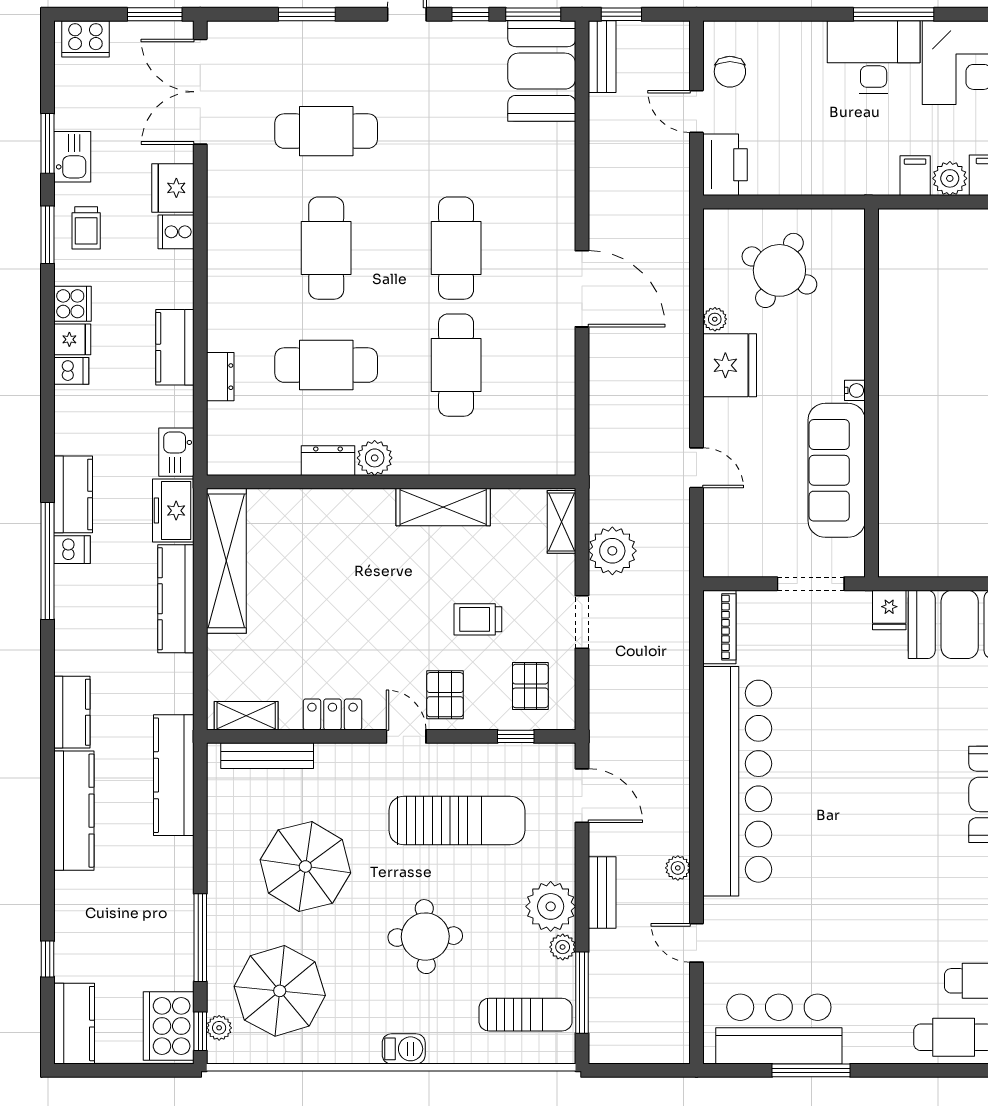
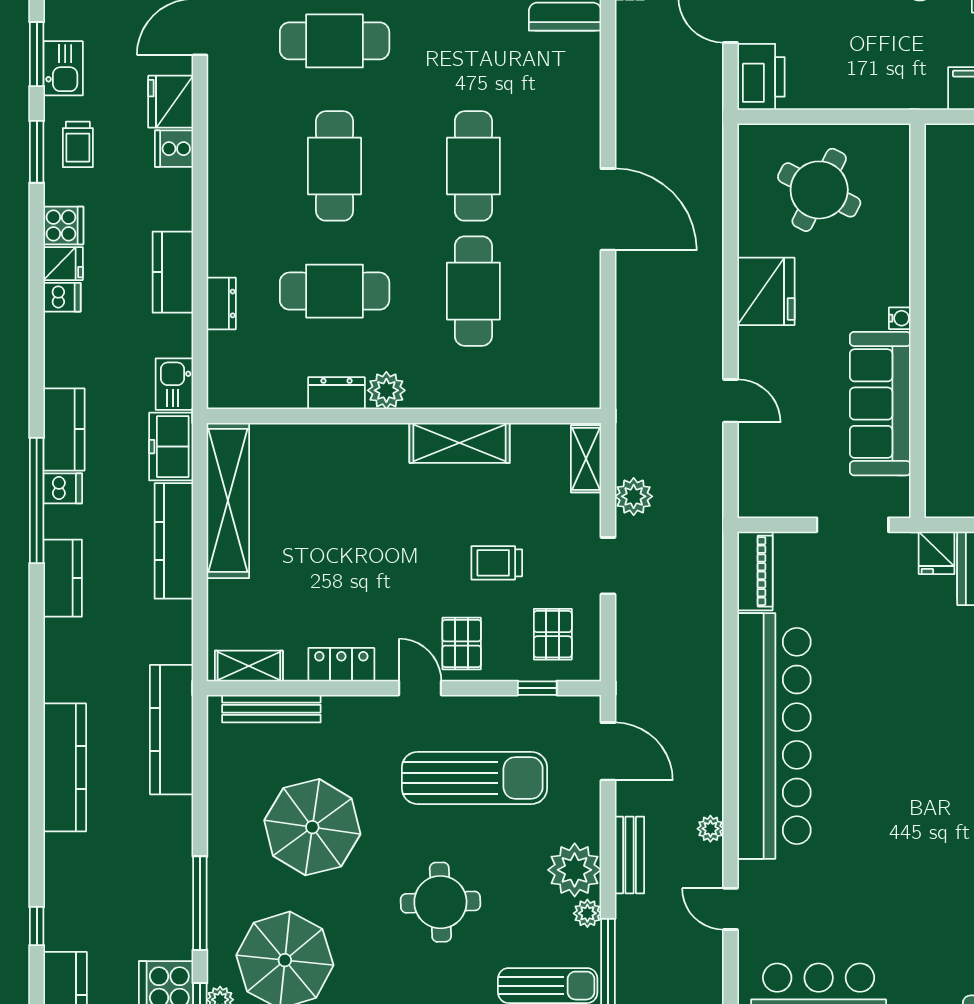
plant: (715, 319) -> (750, 242), removed
plant: (612, 551) -> (634, 496), width x0.73, depth x0.73
kitchen counter: (72, 712) -> (63, 578), moved

